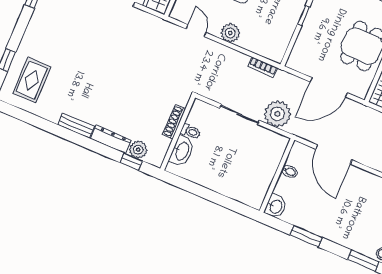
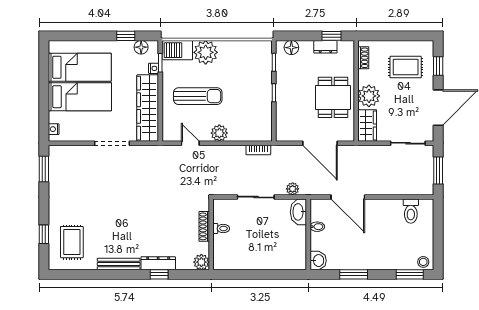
door: (329, 87) -> (320, 143), hinge flipped
plant: (278, 114) -> (293, 189), width x0.53, depth x0.53
bench: (76, 125) -> (119, 264), width x1.36
plant: (138, 150) -> (201, 262), moved
washbasin: (182, 151) -> (298, 212), moved, turned 180
window: (131, 162) -> (159, 274), moved

